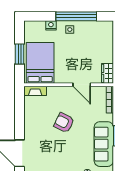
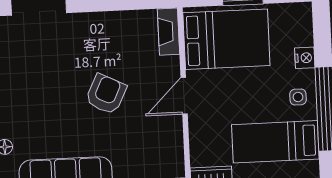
bed: (91, 42) -> (275, 142), added
door: (82, 85) -> (184, 96), moved

